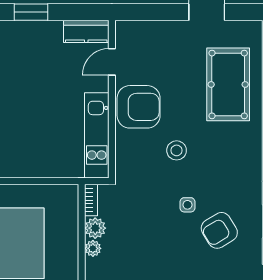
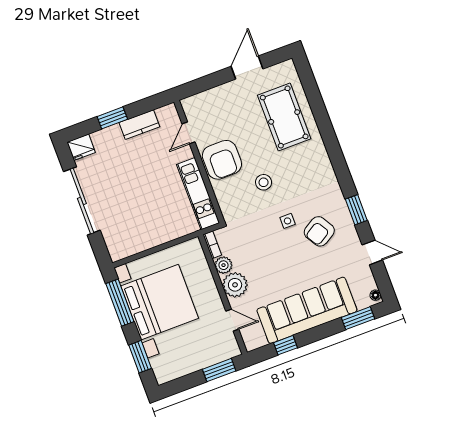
kitchen counter: (86, 31) -> (139, 125), moved
armchair: (139, 107) -> (222, 160), turned 90
plant: (93, 248) -> (235, 285), width x1.88, depth x1.88

